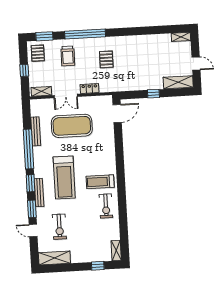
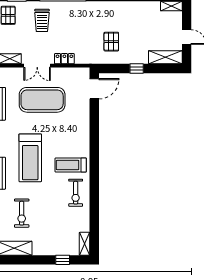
pallet: (106, 59) -> (111, 42), moved

